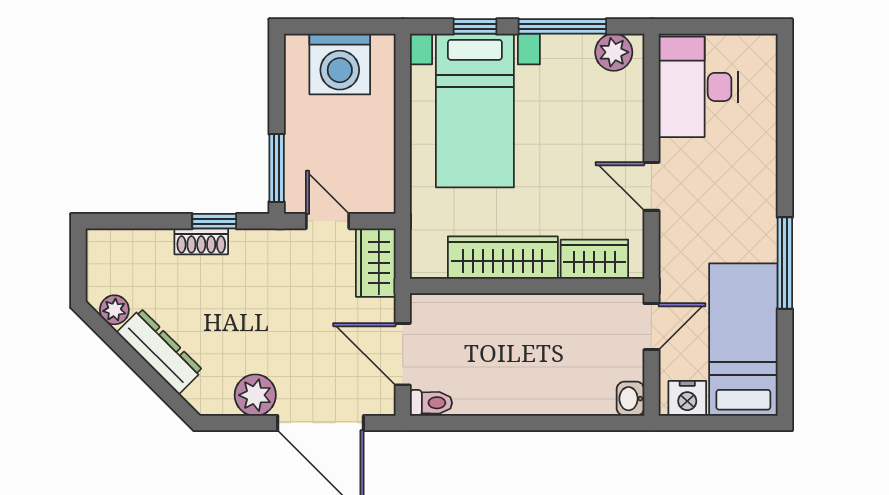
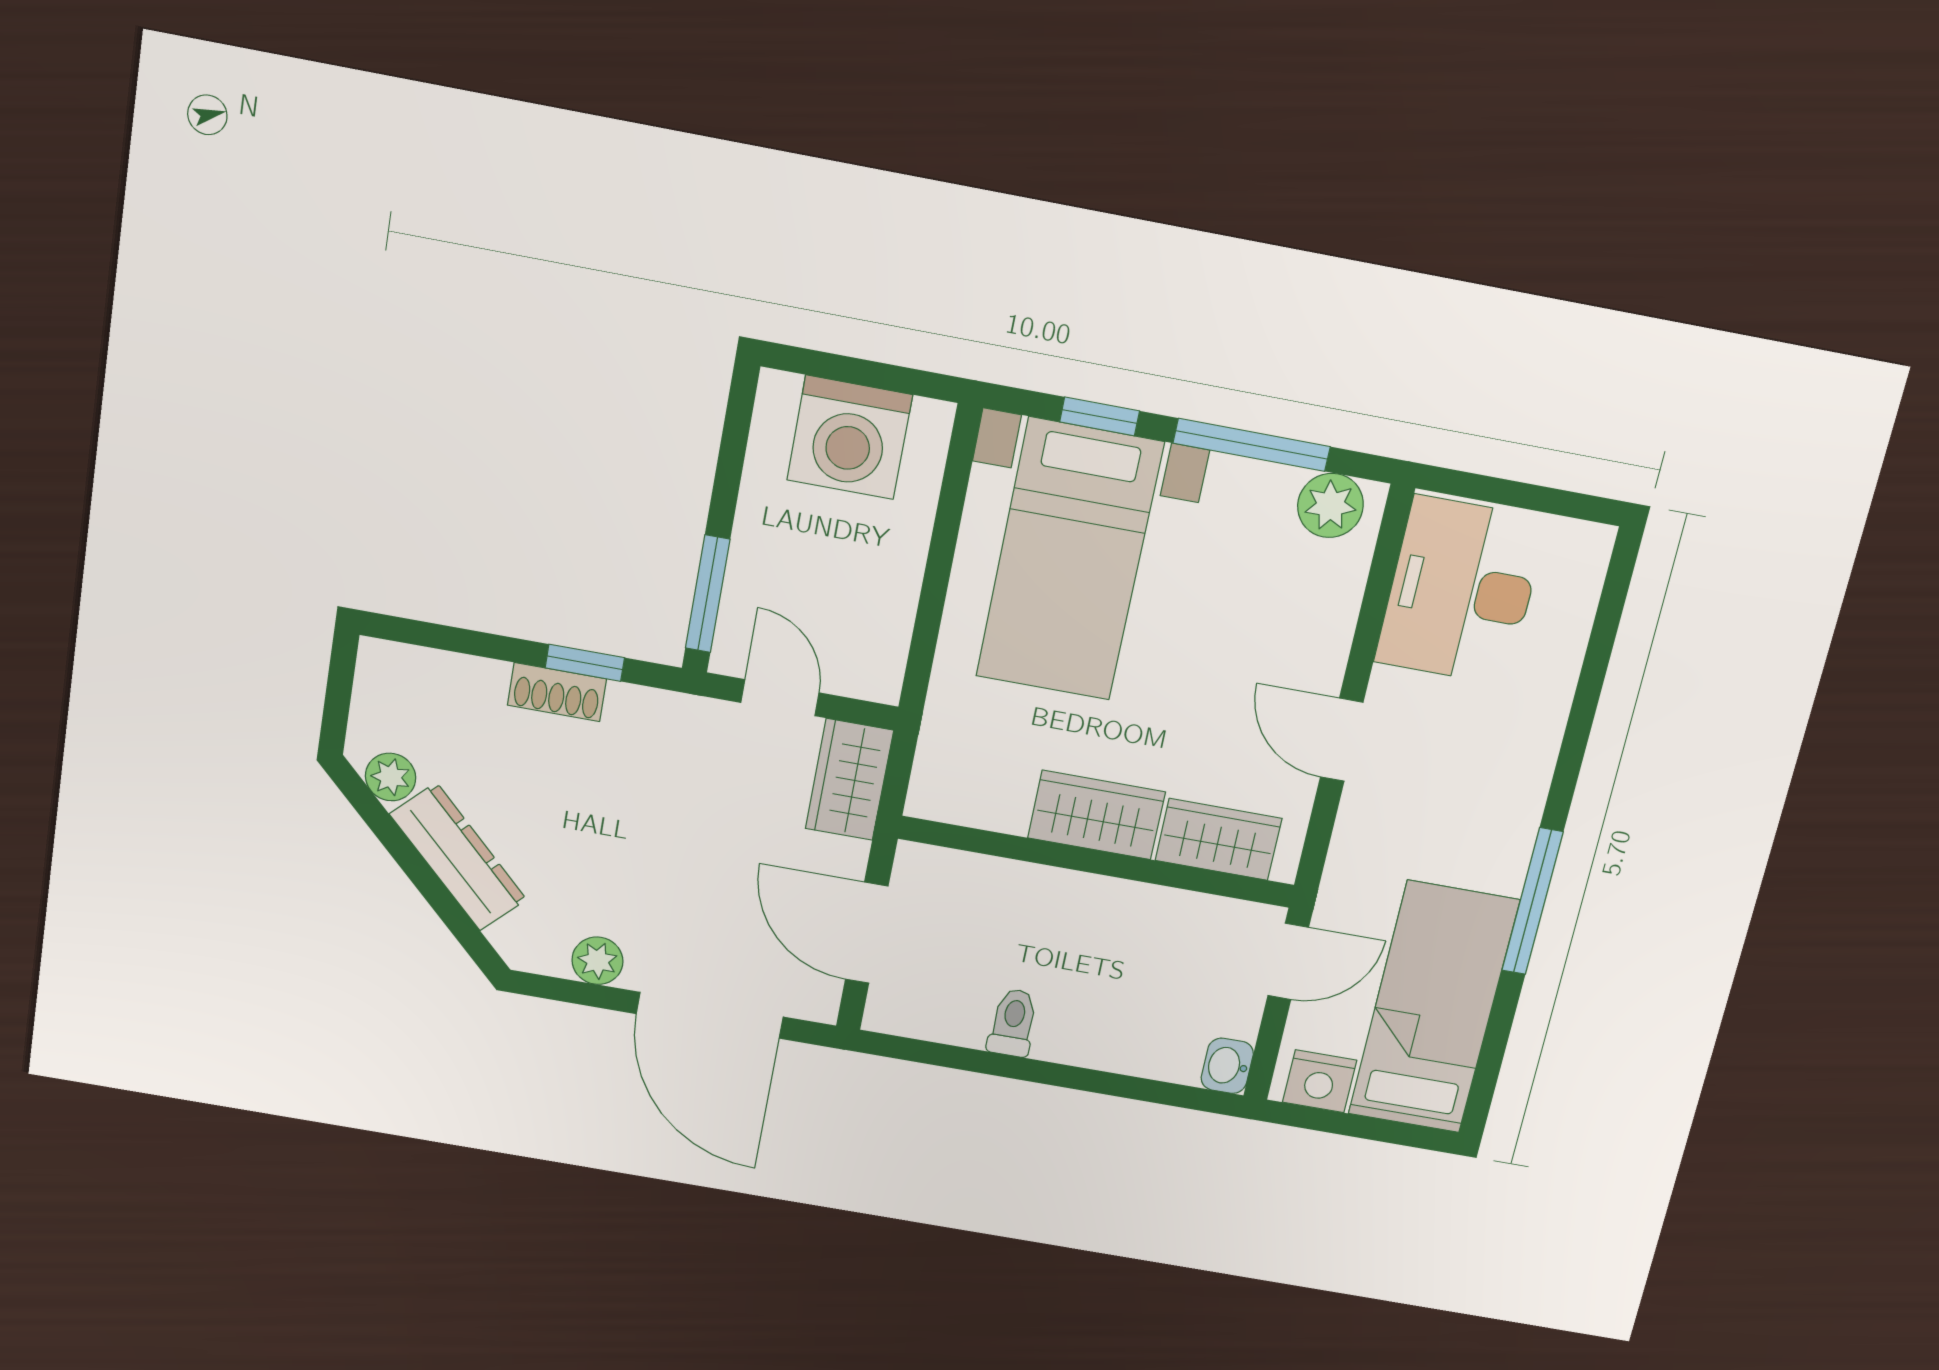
wardrobe: (503, 258) -> (1096, 815), width x0.67
plant: (255, 395) -> (597, 961), width x0.73, depth x0.73
toilet: (431, 403) -> (1013, 1023), moved, turned -90

